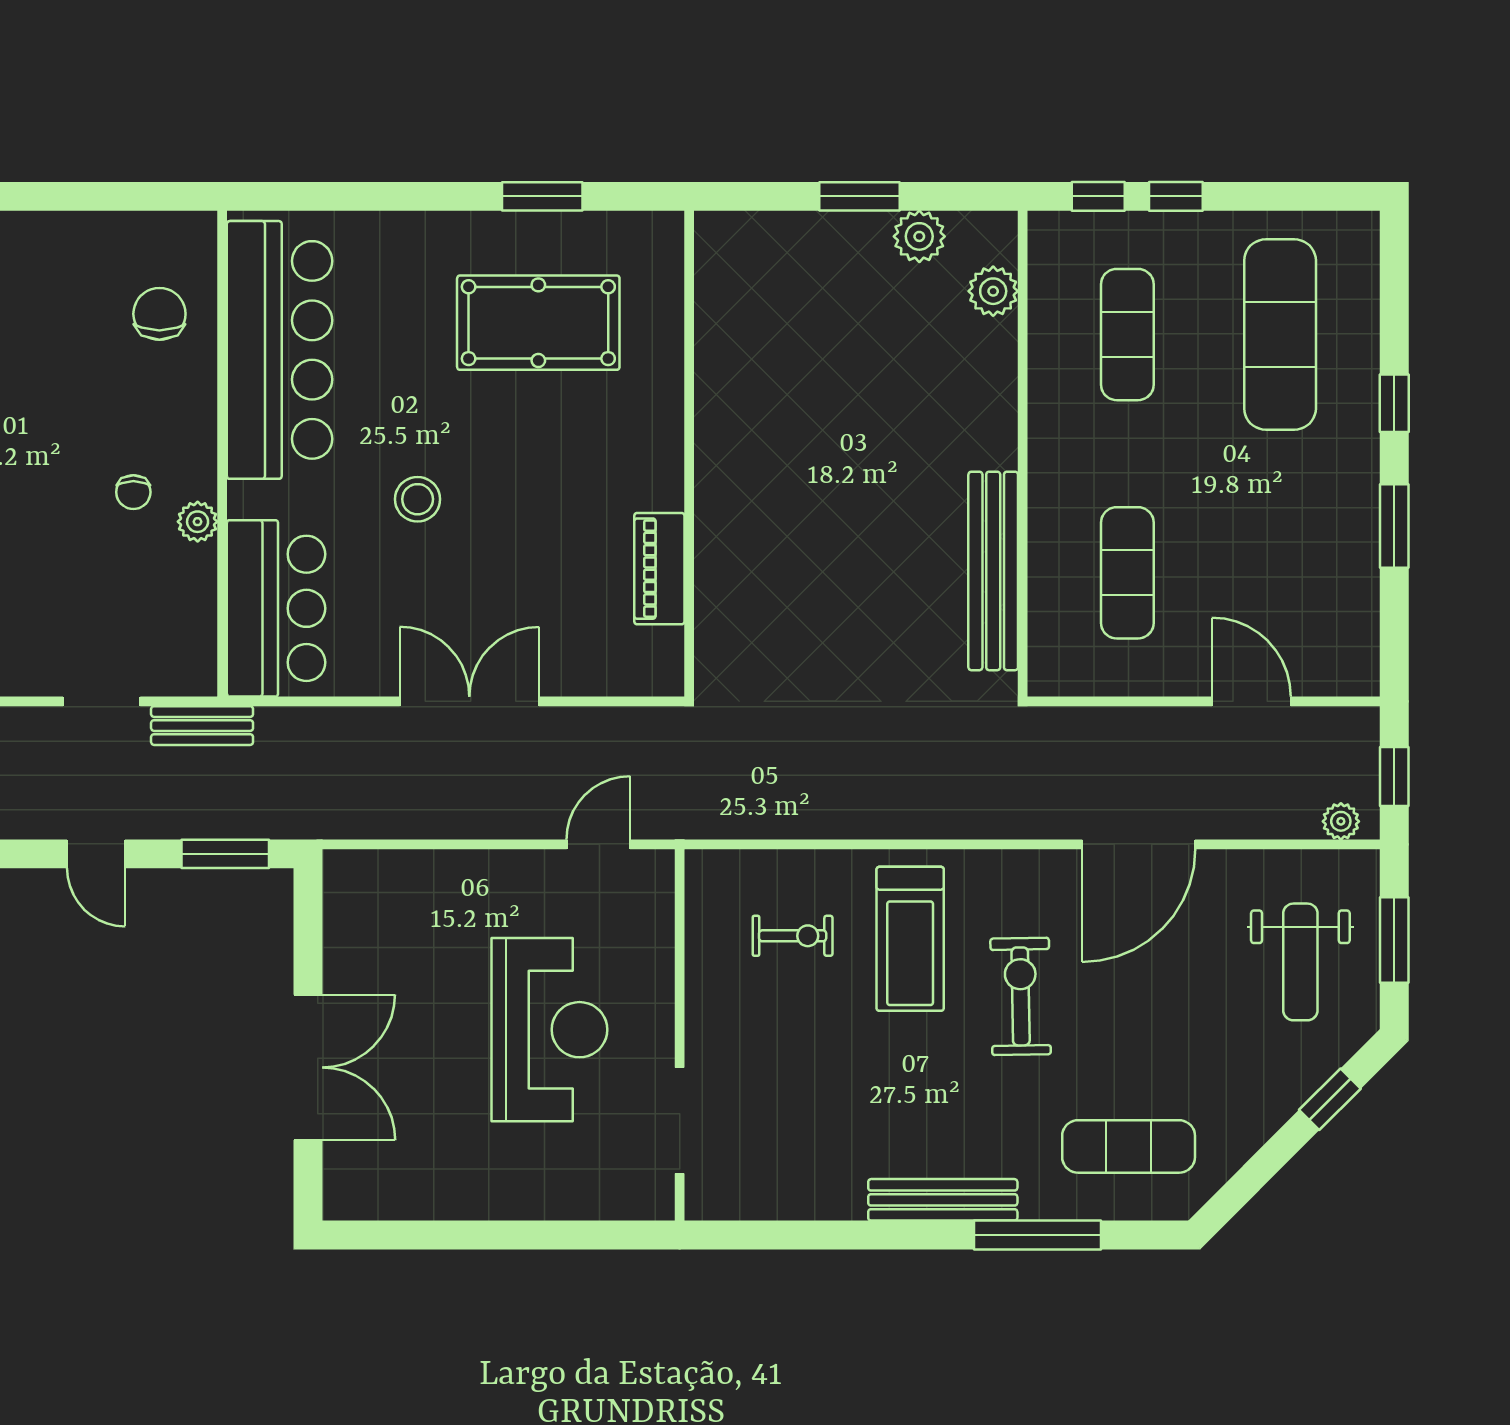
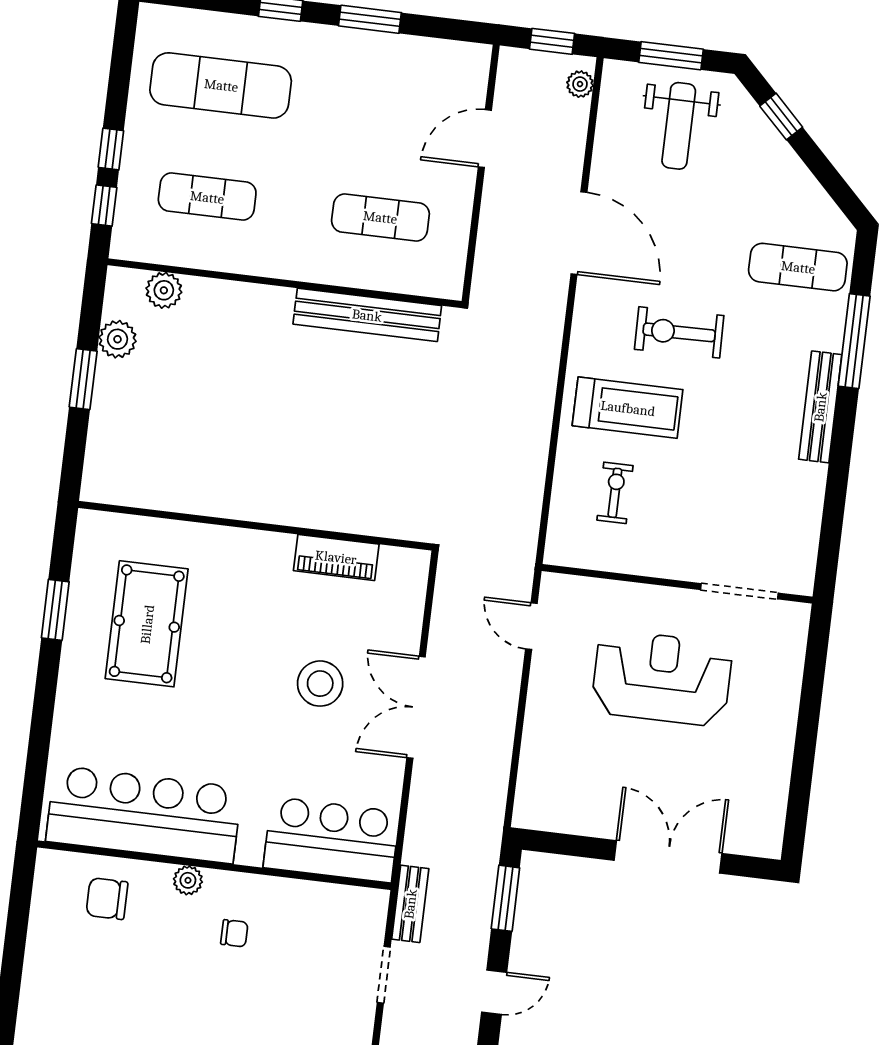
stool: (418, 499) -> (320, 684), moved, width x1.38, depth x1.38
plant: (198, 522) -> (188, 880), moved
weight bench: (1300, 962) -> (679, 126), turned 90
exercise mat: (1129, 1146) -> (798, 267), turned 90

